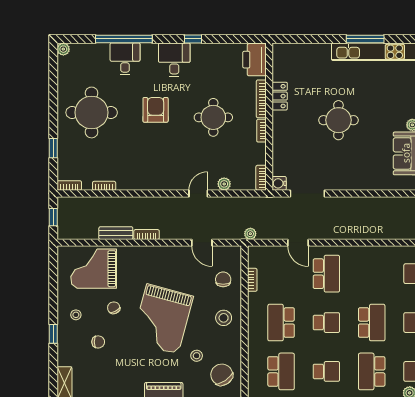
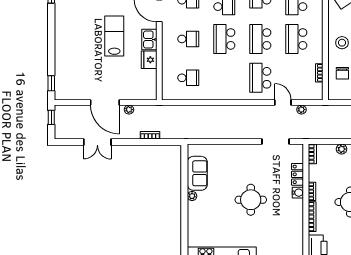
locker: (280, 96) -> (297, 174), moved
water cooler: (279, 183) -> (298, 193), moved
plant: (250, 234) -> (301, 110), moved
school desk: (281, 323) -> (296, 39), turned 180
school desk: (326, 323) -> (260, 39), width x1.85

